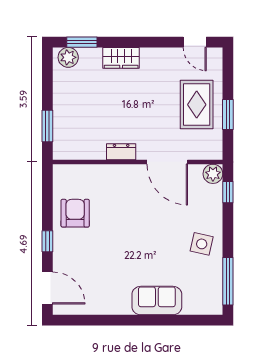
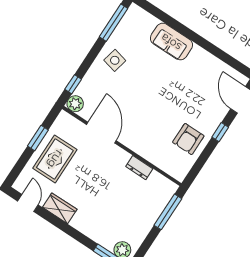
wardrobe: (121, 58) -> (60, 208), moved
window: (47, 126) -> (168, 212), width x1.44
dresser: (121, 152) -> (139, 168), moved

